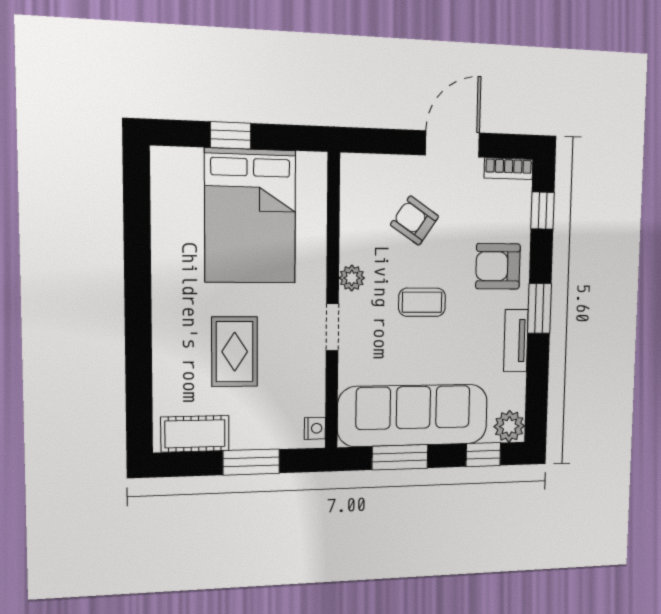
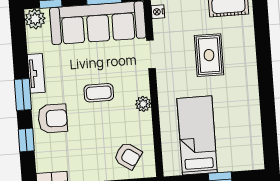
window: (542, 211) -> (26, 140), moved
bed: (250, 216) -> (197, 135), width x0.67
armchair: (415, 221) -> (128, 156), moved
doorway: (332, 327) -> (151, 54), moved

